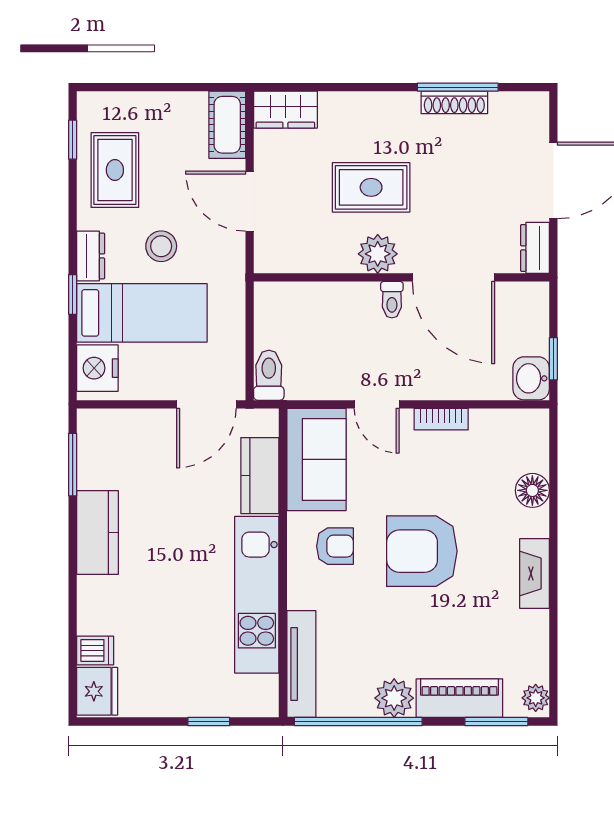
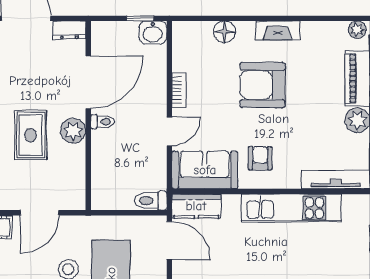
kitchen counter: (260, 476) -> (196, 206), moved
armchair: (422, 551) -> (262, 85), moved, turned 90

